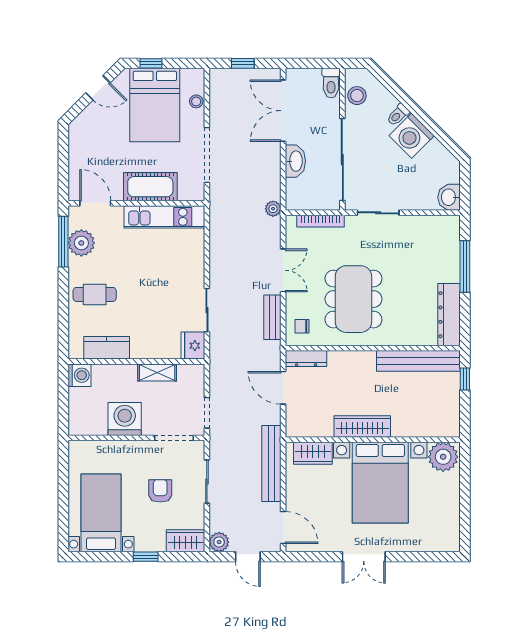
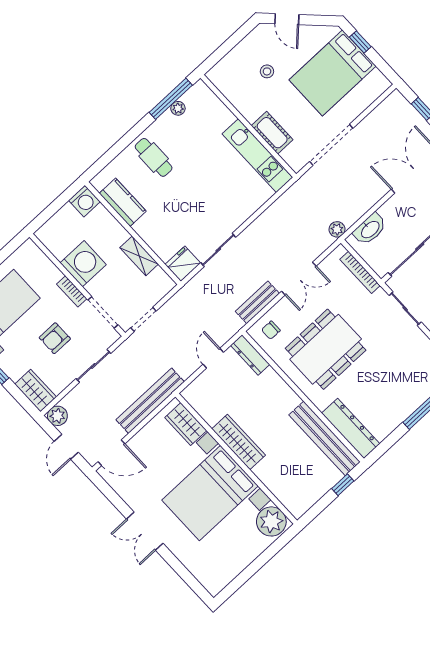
door: (98, 88) -> (287, 19), moved
stool: (196, 101) -> (267, 71), moved
washbasin: (295, 161) -> (370, 229), moved
cot: (150, 187) -> (272, 133), width x0.73, depth x0.75
door: (95, 203) -> (221, 96), removed
plant: (81, 243) -> (178, 108), width x0.53, depth x0.53
dresser: (449, 315) -> (351, 428), moved, turned 90
chair: (302, 326) -> (271, 330), turned -90
door: (283, 388) -> (213, 358), width x0.73
bookcase: (137, 446) -> (72, 291), added
armchair: (160, 491) -> (55, 338), turned 180
door: (283, 528) -> (111, 453), hinge flipped

